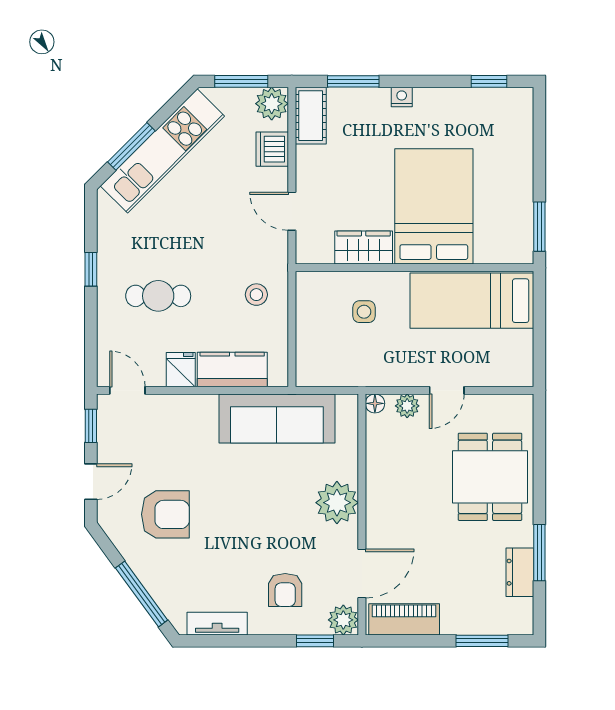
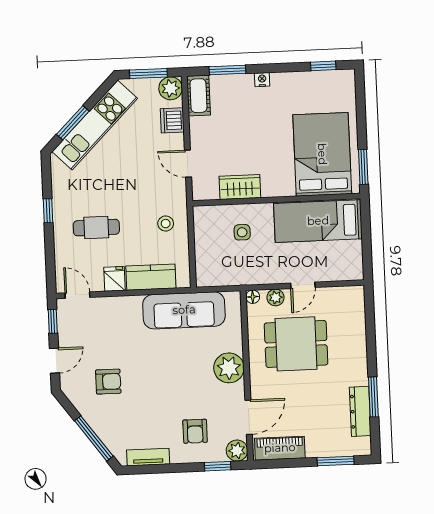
bed: (434, 206) -> (322, 154), moved
dining table: (490, 477) -> (296, 344), moved, turned 90
armchair: (165, 514) -> (108, 382), width x0.72, depth x0.72
dresser: (520, 572) -> (360, 411), width x1.44

